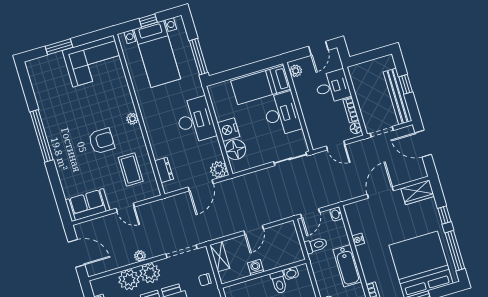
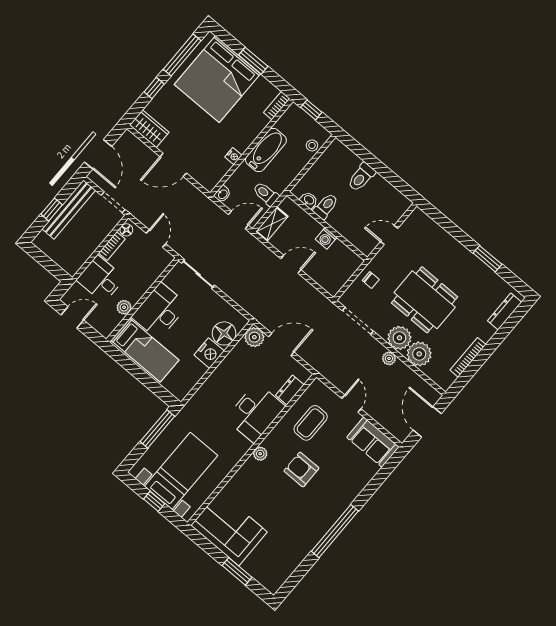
plant: (296, 71) -> (124, 307), moved
desk: (195, 120) -> (255, 413), moved, turned 180
shelving: (220, 257) -> (272, 224), moved

